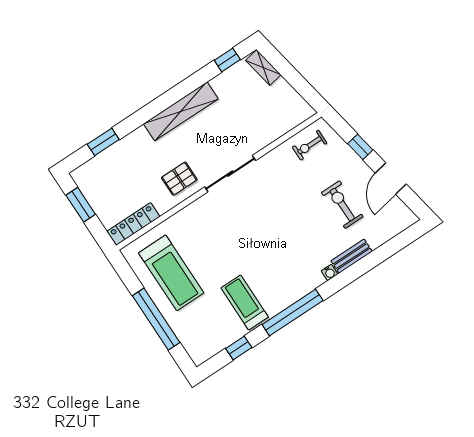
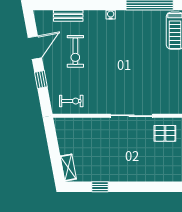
window: (227, 60) -> (100, 187), moved
shelving: (181, 111) -> (137, 174), removed
bench: (352, 256) -> (68, 16), moved

